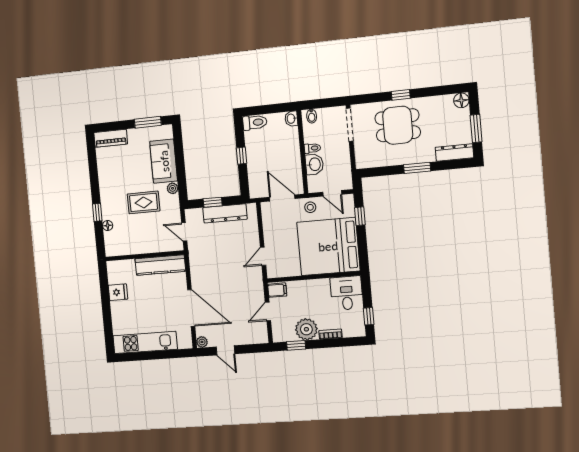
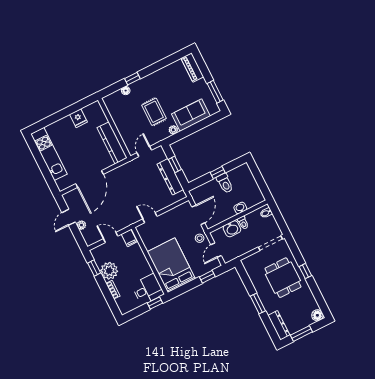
washbasin: (291, 119) -> (240, 208), moved
toilet: (255, 122) -> (225, 183), moved
bed: (328, 246) -> (171, 265), width x0.73
window: (369, 316) -> (155, 303), moved
plant: (202, 342) -> (81, 225), moved

